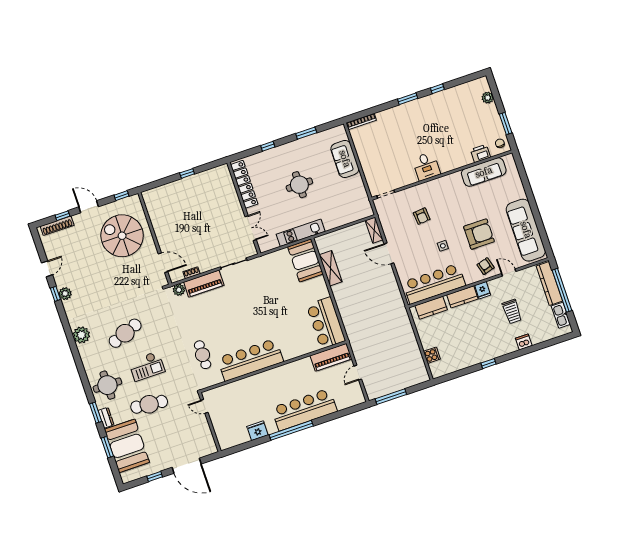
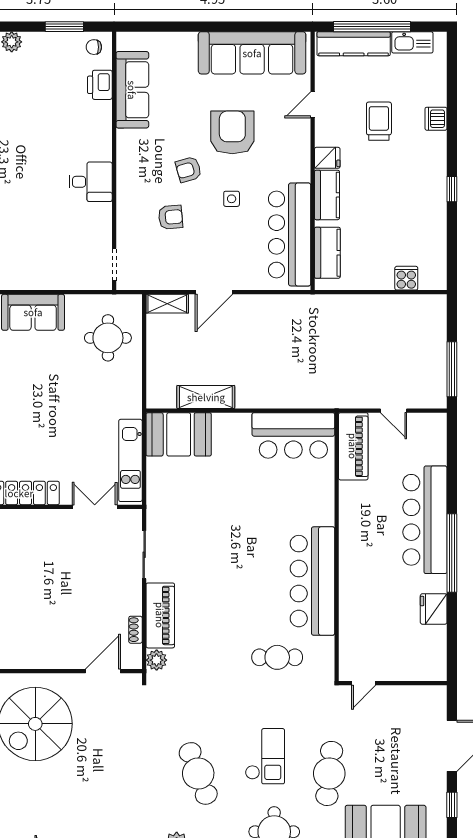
round table: (299, 185) -> (108, 338), moved
kitchen unit: (301, 233) -> (130, 460), moved
armchair: (486, 266) -> (188, 170), moved
trolley: (512, 311) -> (379, 121), turned -90

